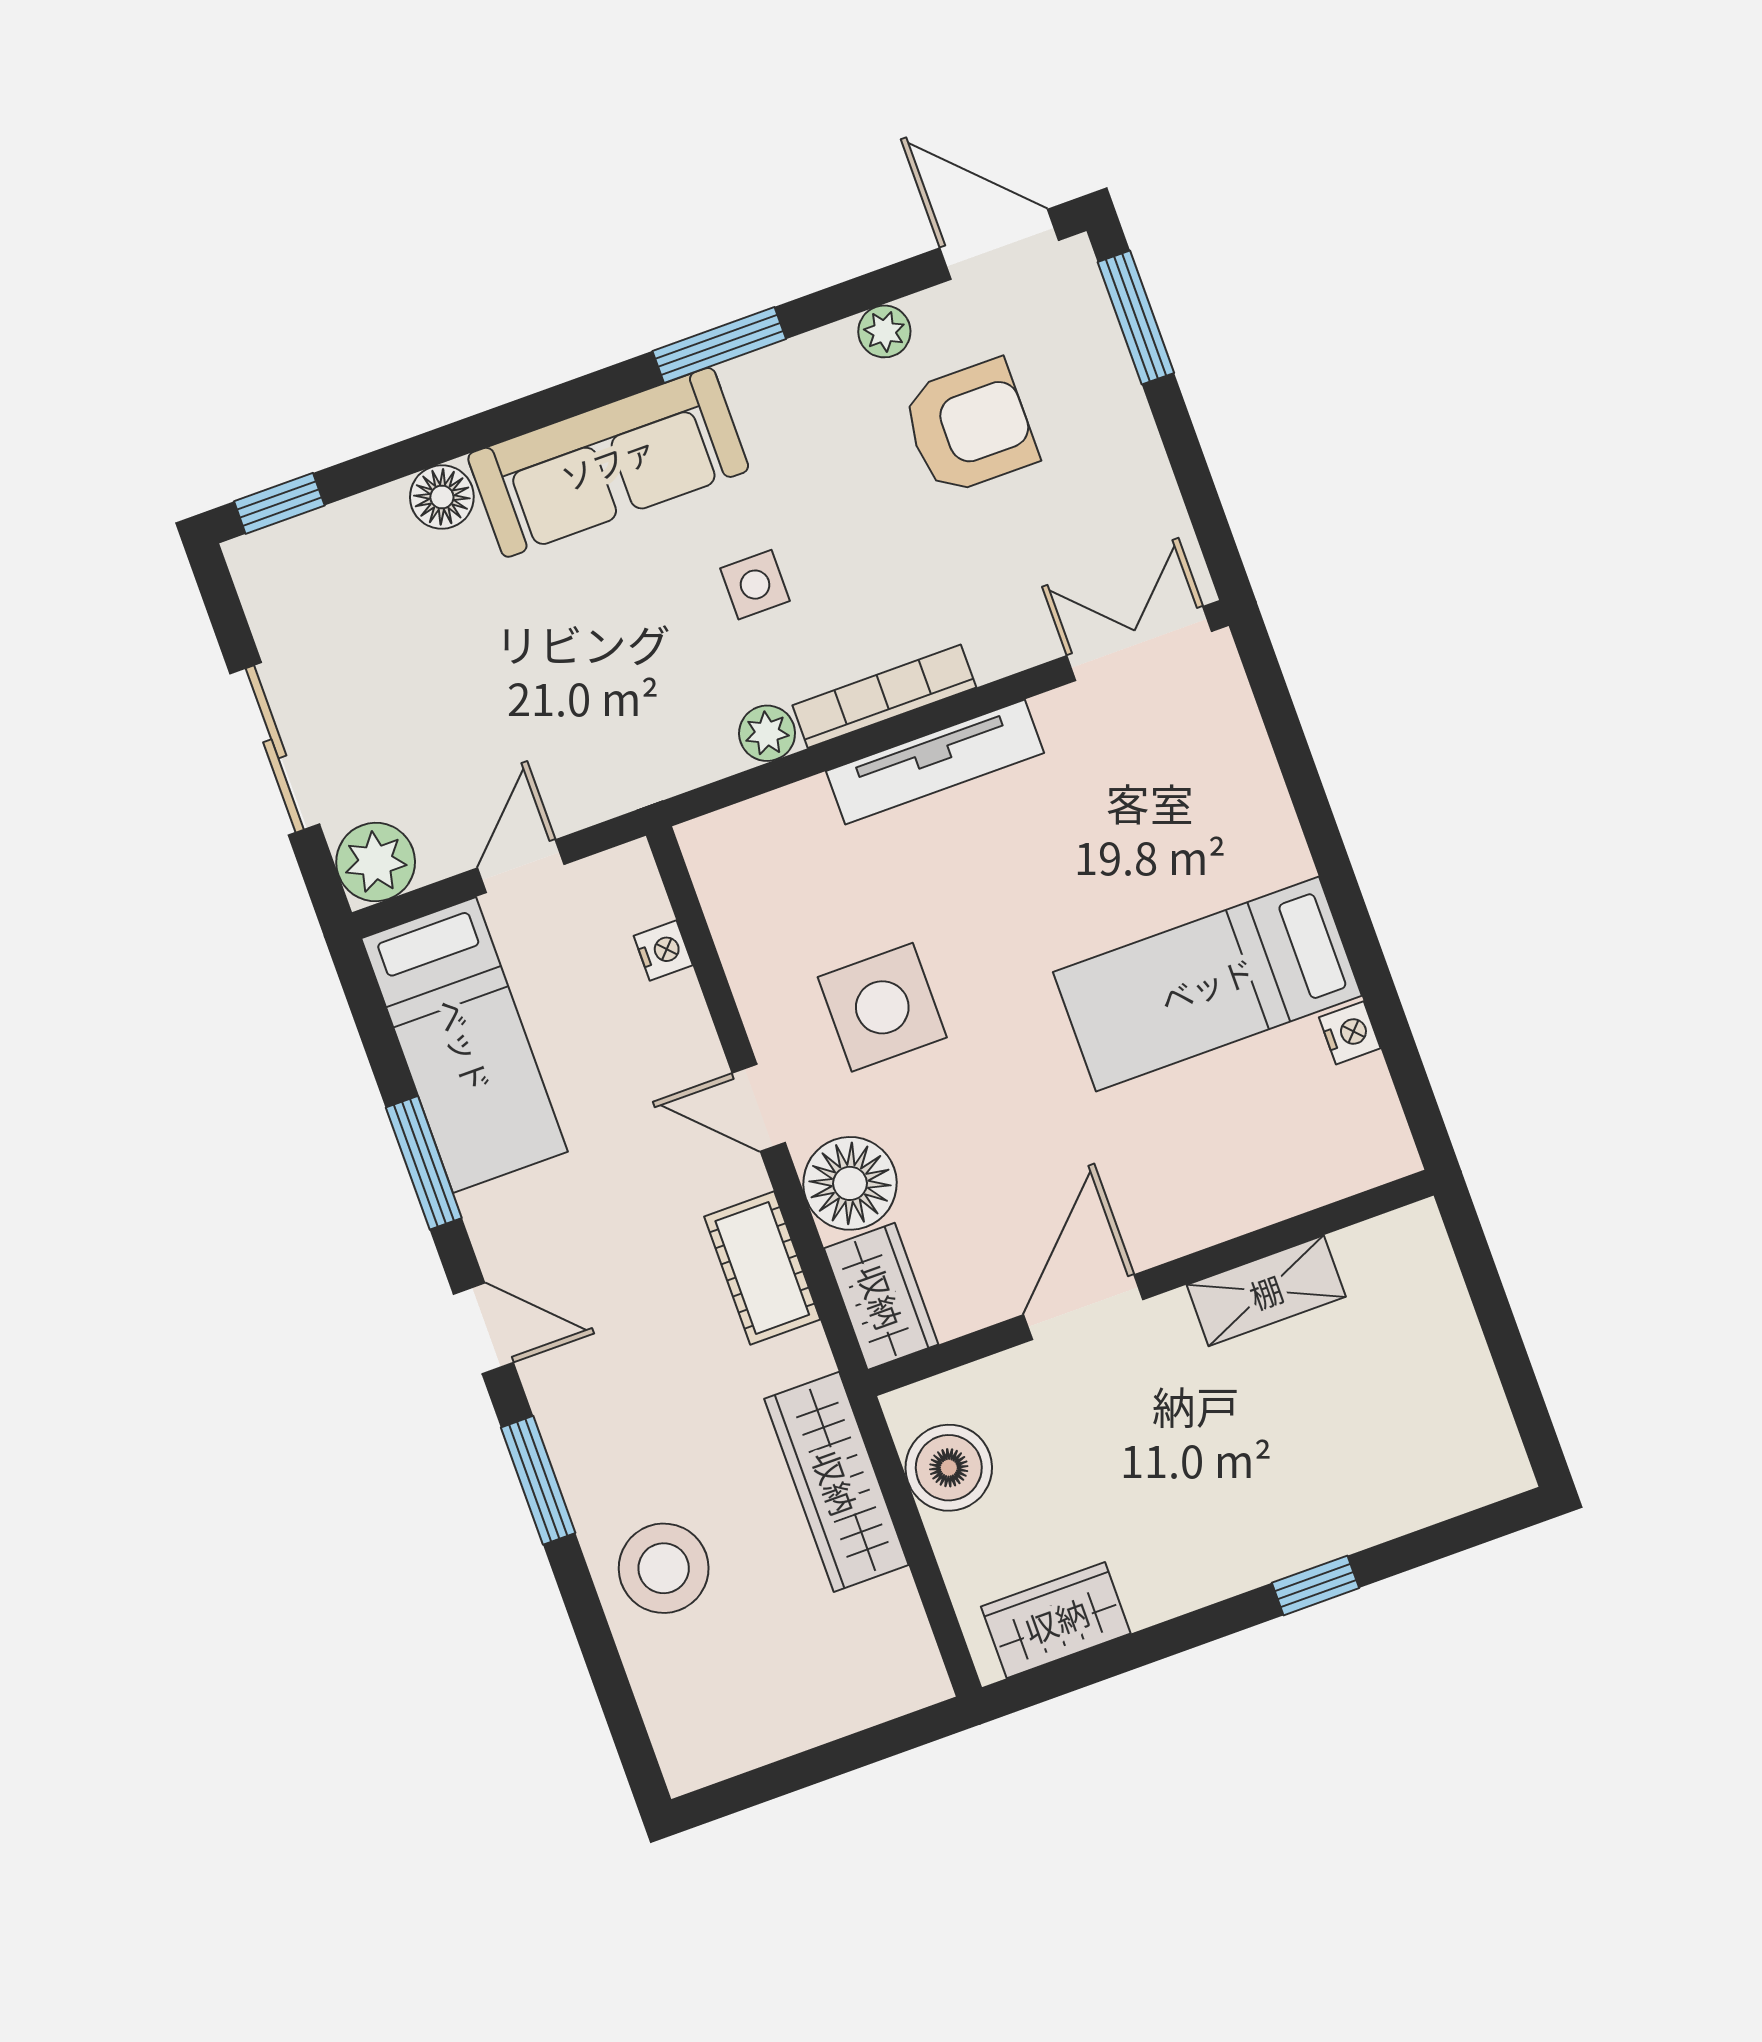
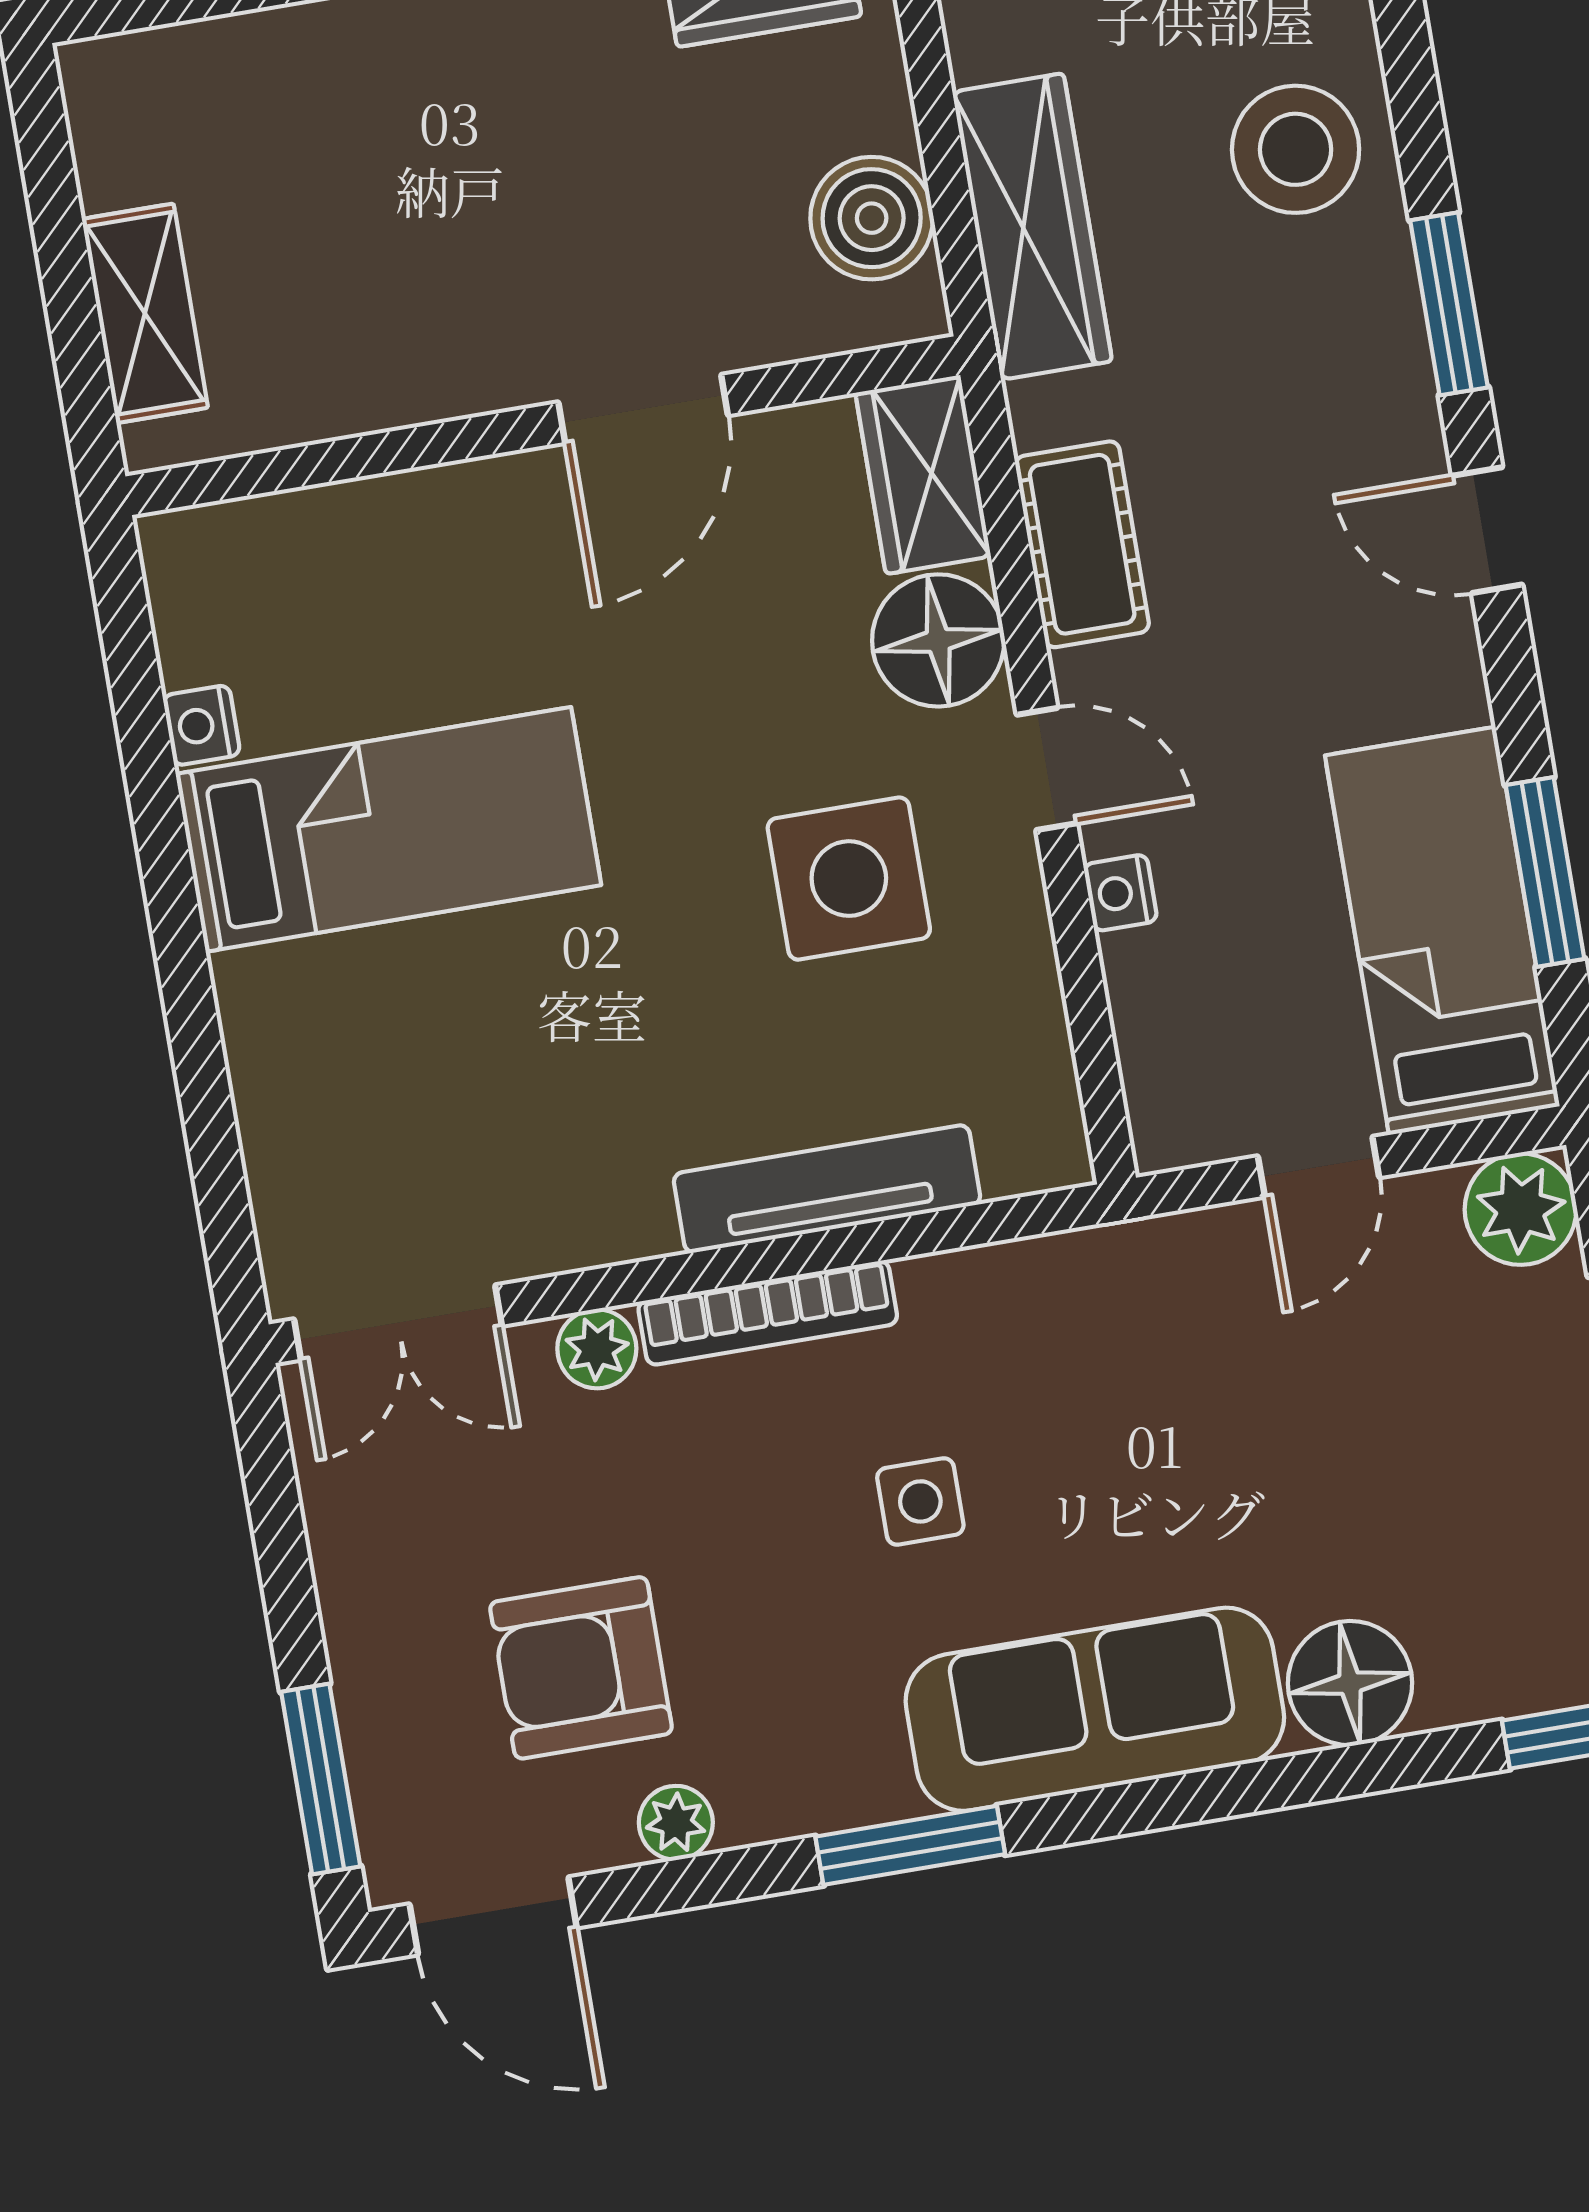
floor lamp: (442, 497) -> (1350, 1683), width x1.38, depth x1.38
plant: (767, 733) -> (597, 1349), moved
tv unit: (935, 762) -> (827, 1189), moved
nightstand: (663, 951) -> (1120, 893), moved
window: (424, 1163) -> (1545, 872), moved
shelving: (1266, 1291) -> (145, 313), moved, turned 90

